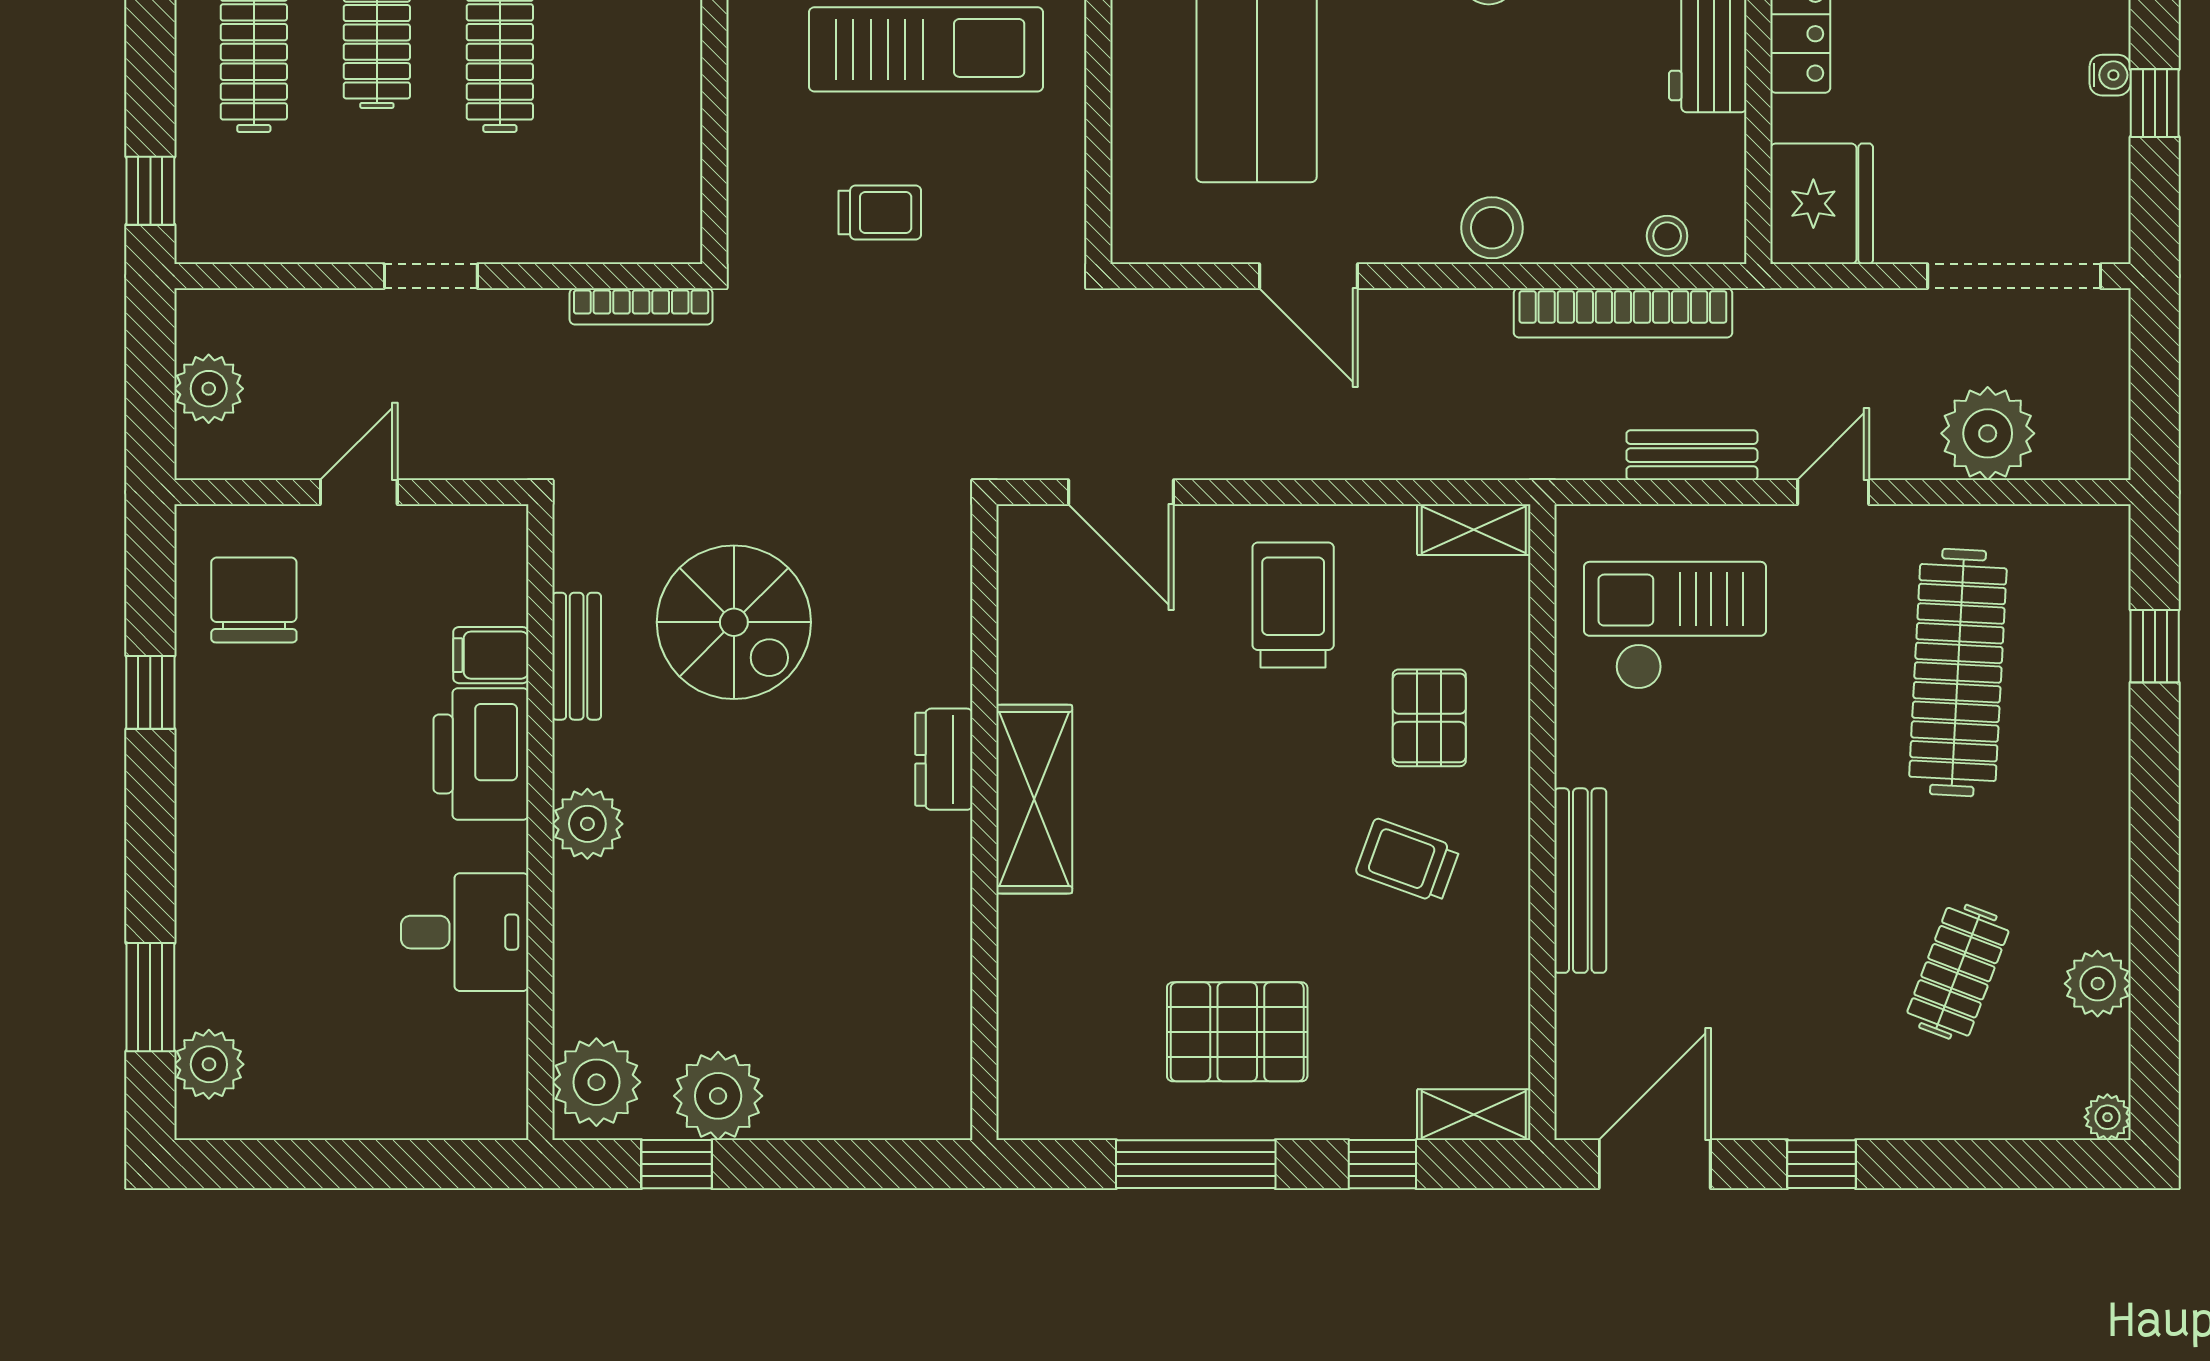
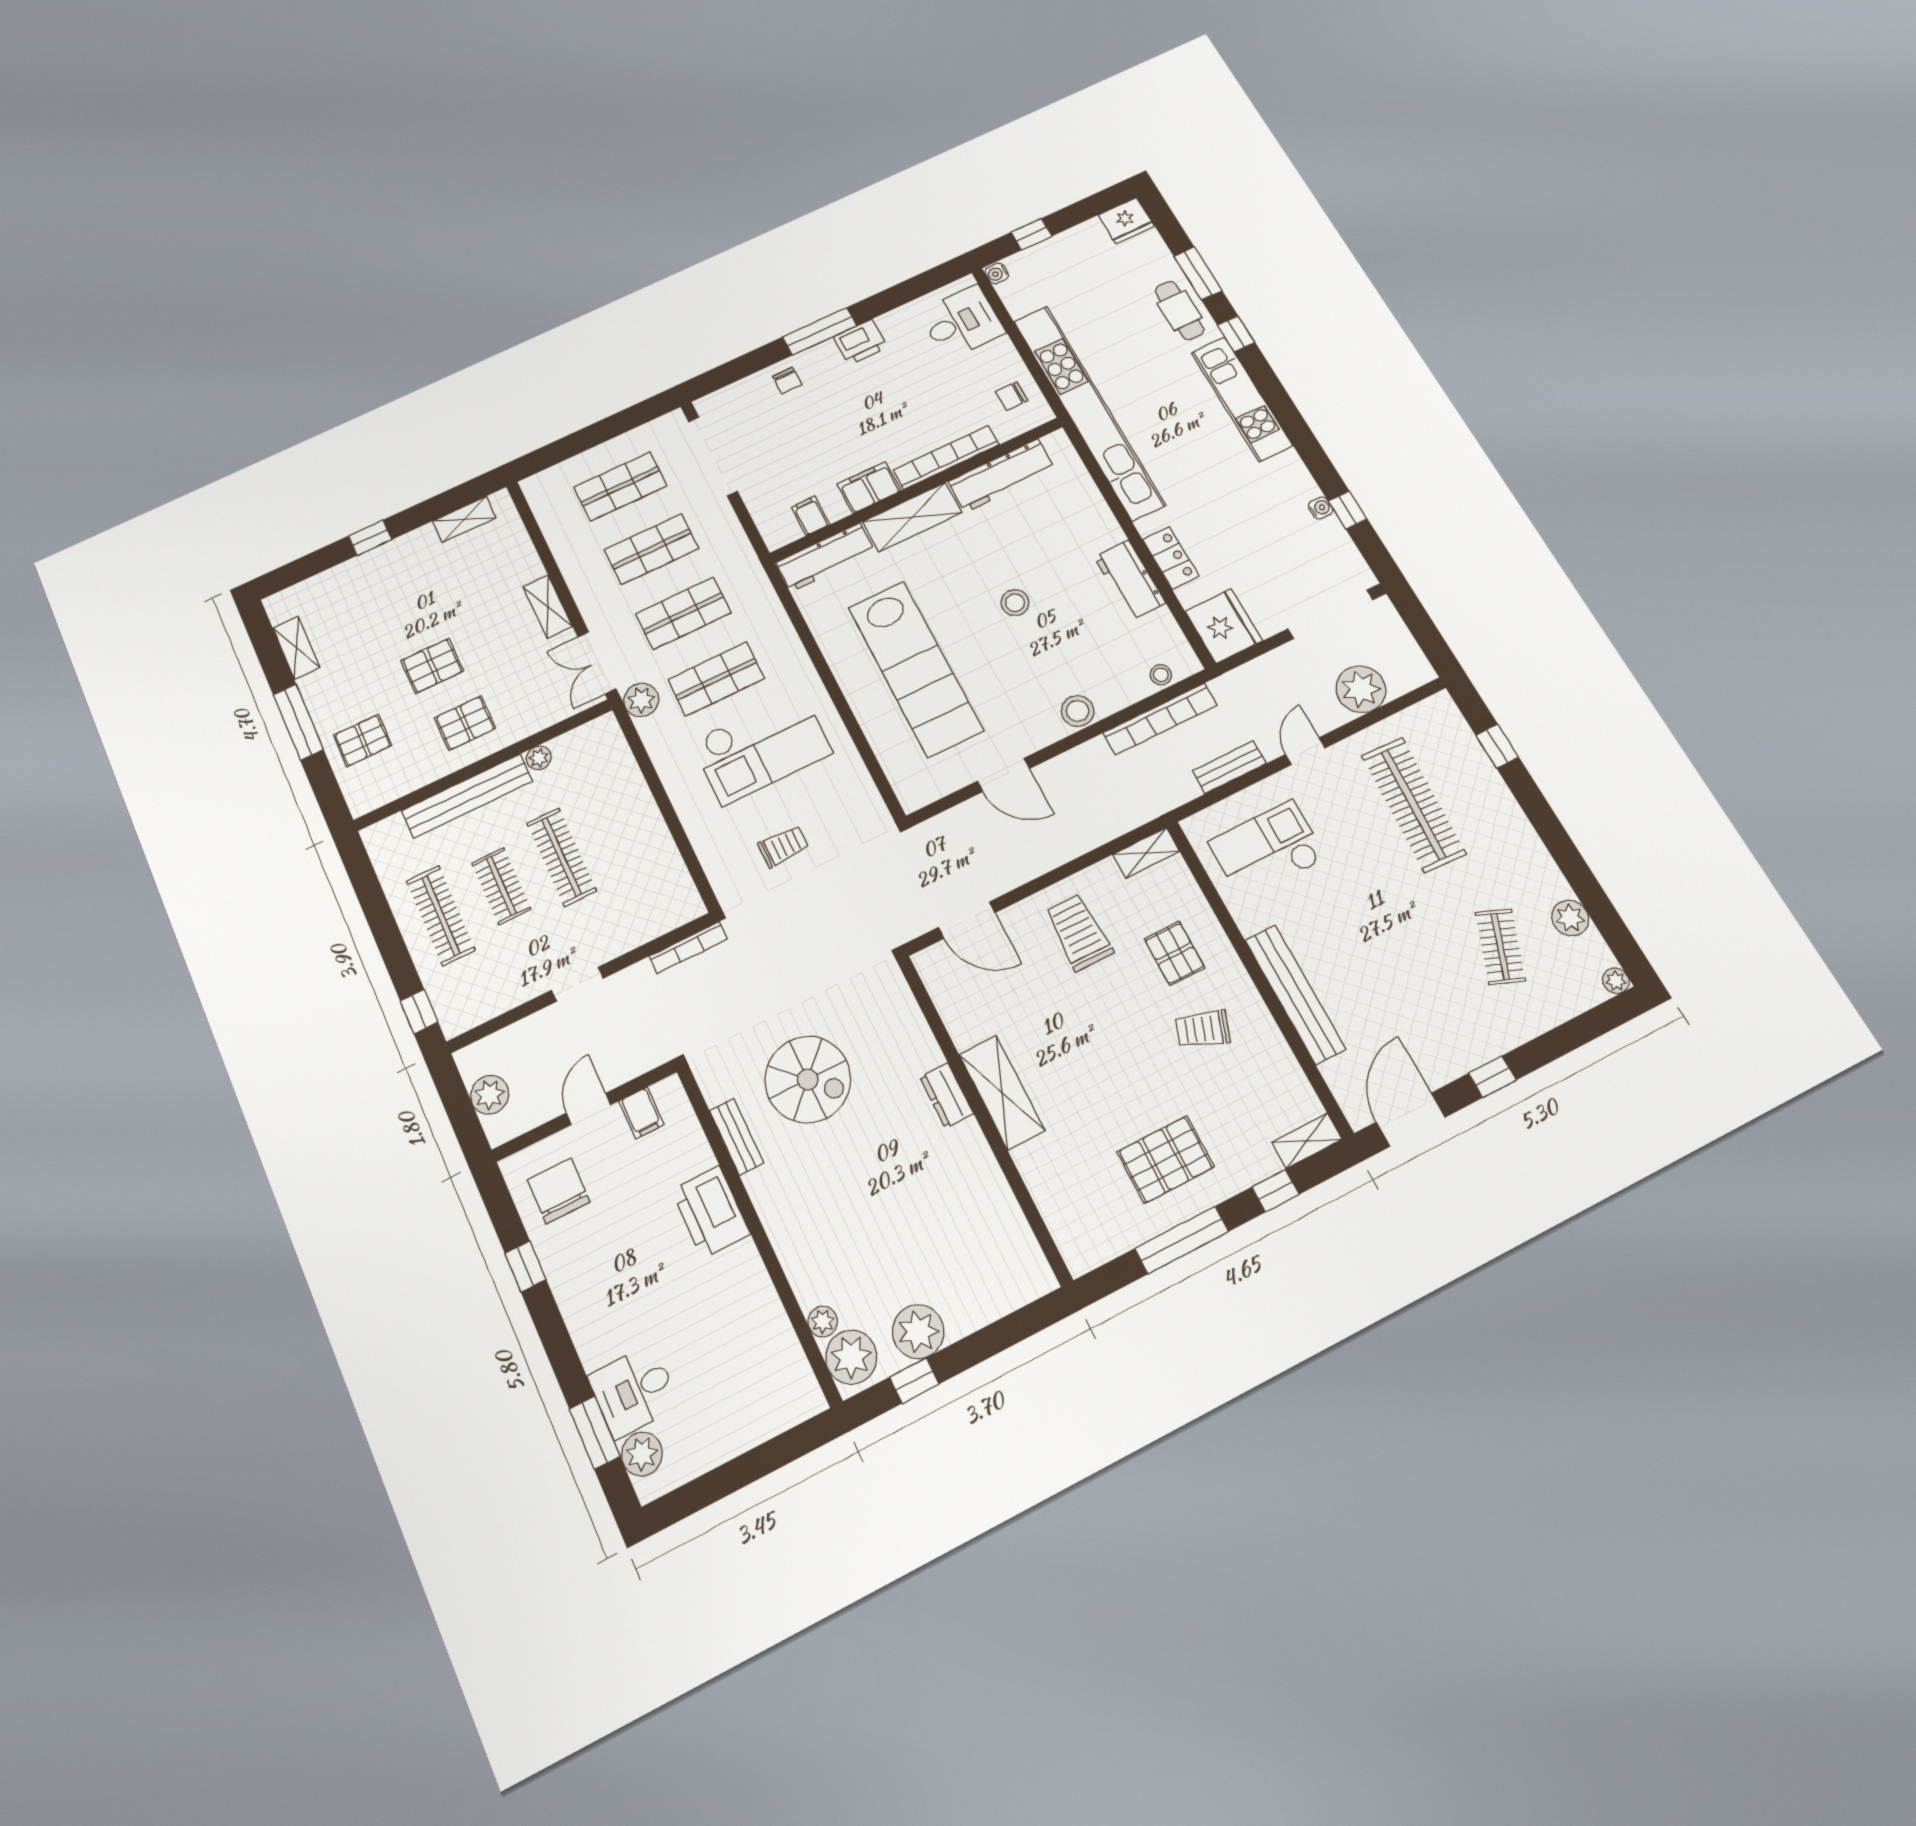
filing cabinet: (491, 655) -> (641, 1113), moved, turned -90
plant: (587, 824) -> (823, 1321), moved, width x0.73, depth x0.73
bench: (1580, 881) -> (1295, 994), width x1.37, depth x1.21
desk: (465, 932) -> (634, 1391), moved, turned 180

